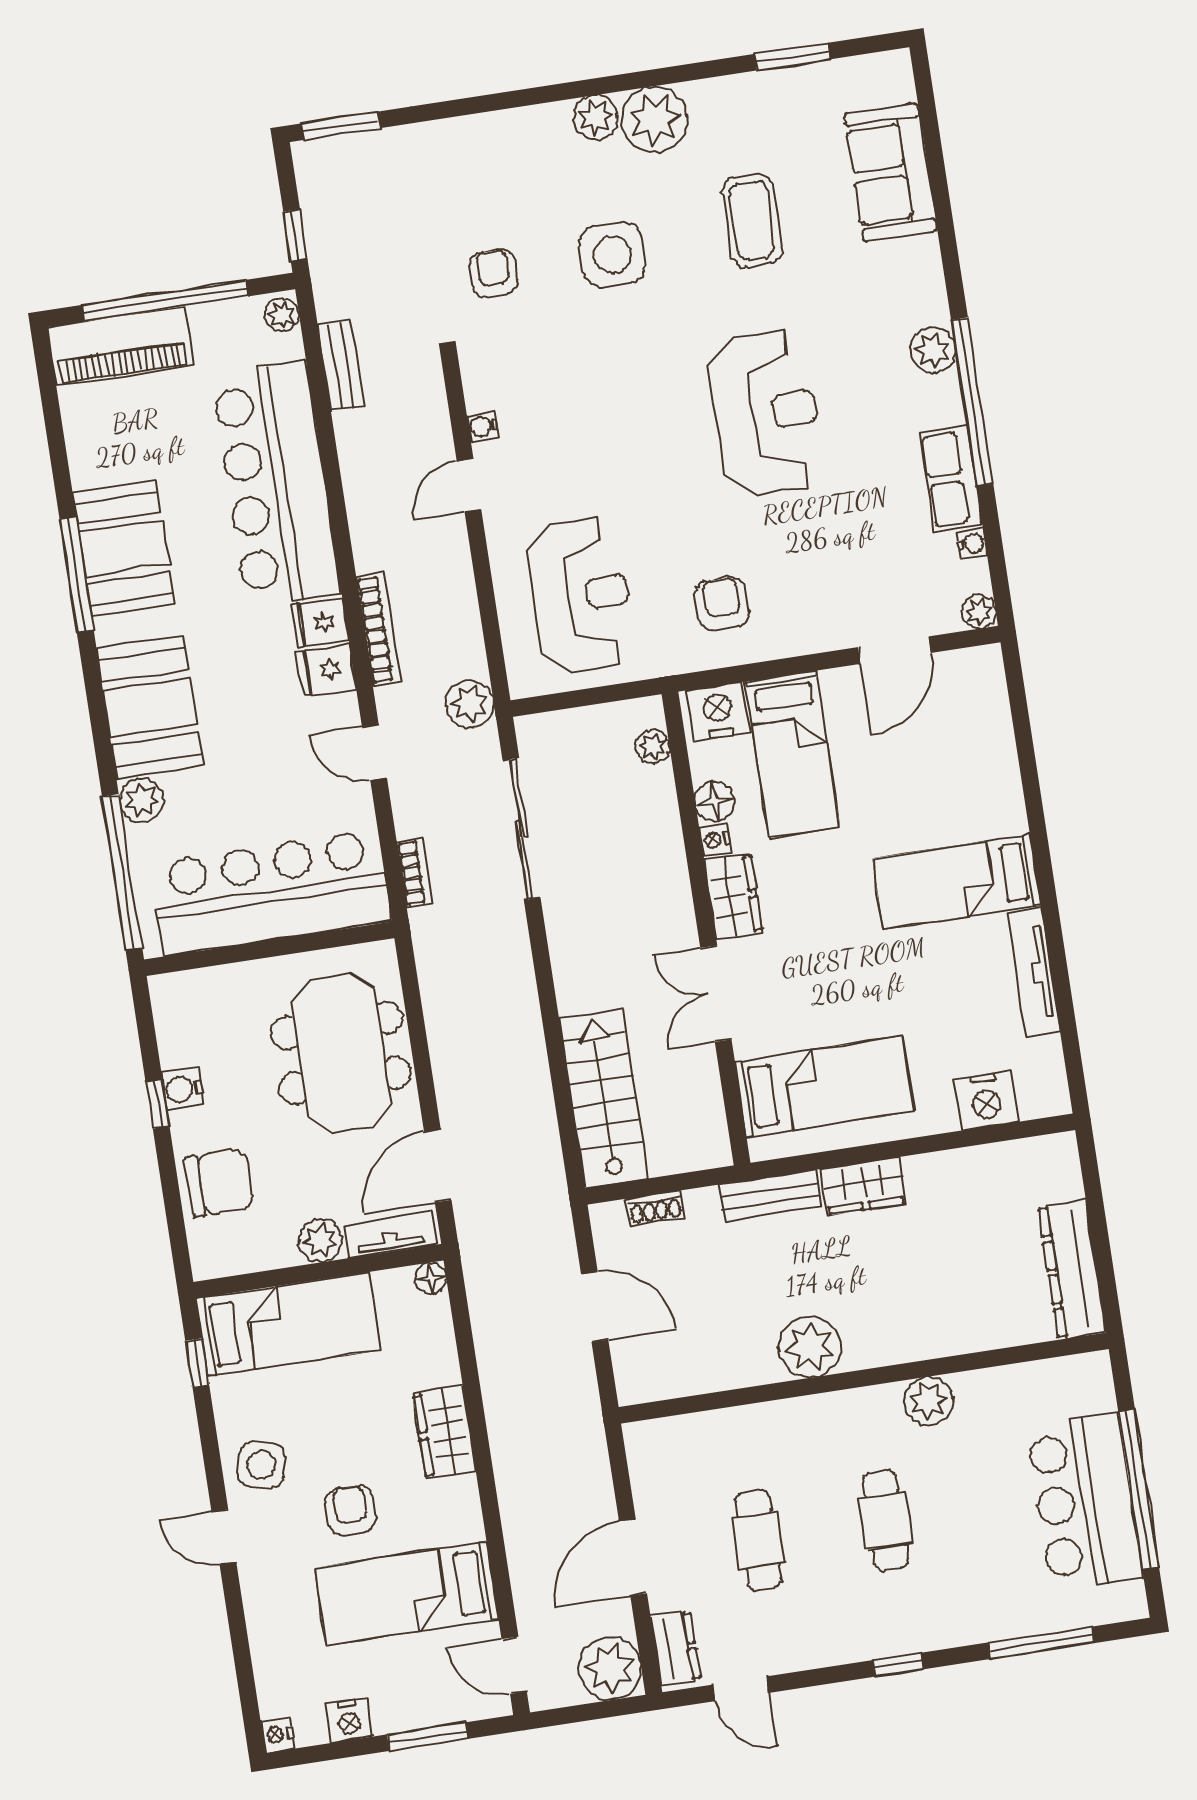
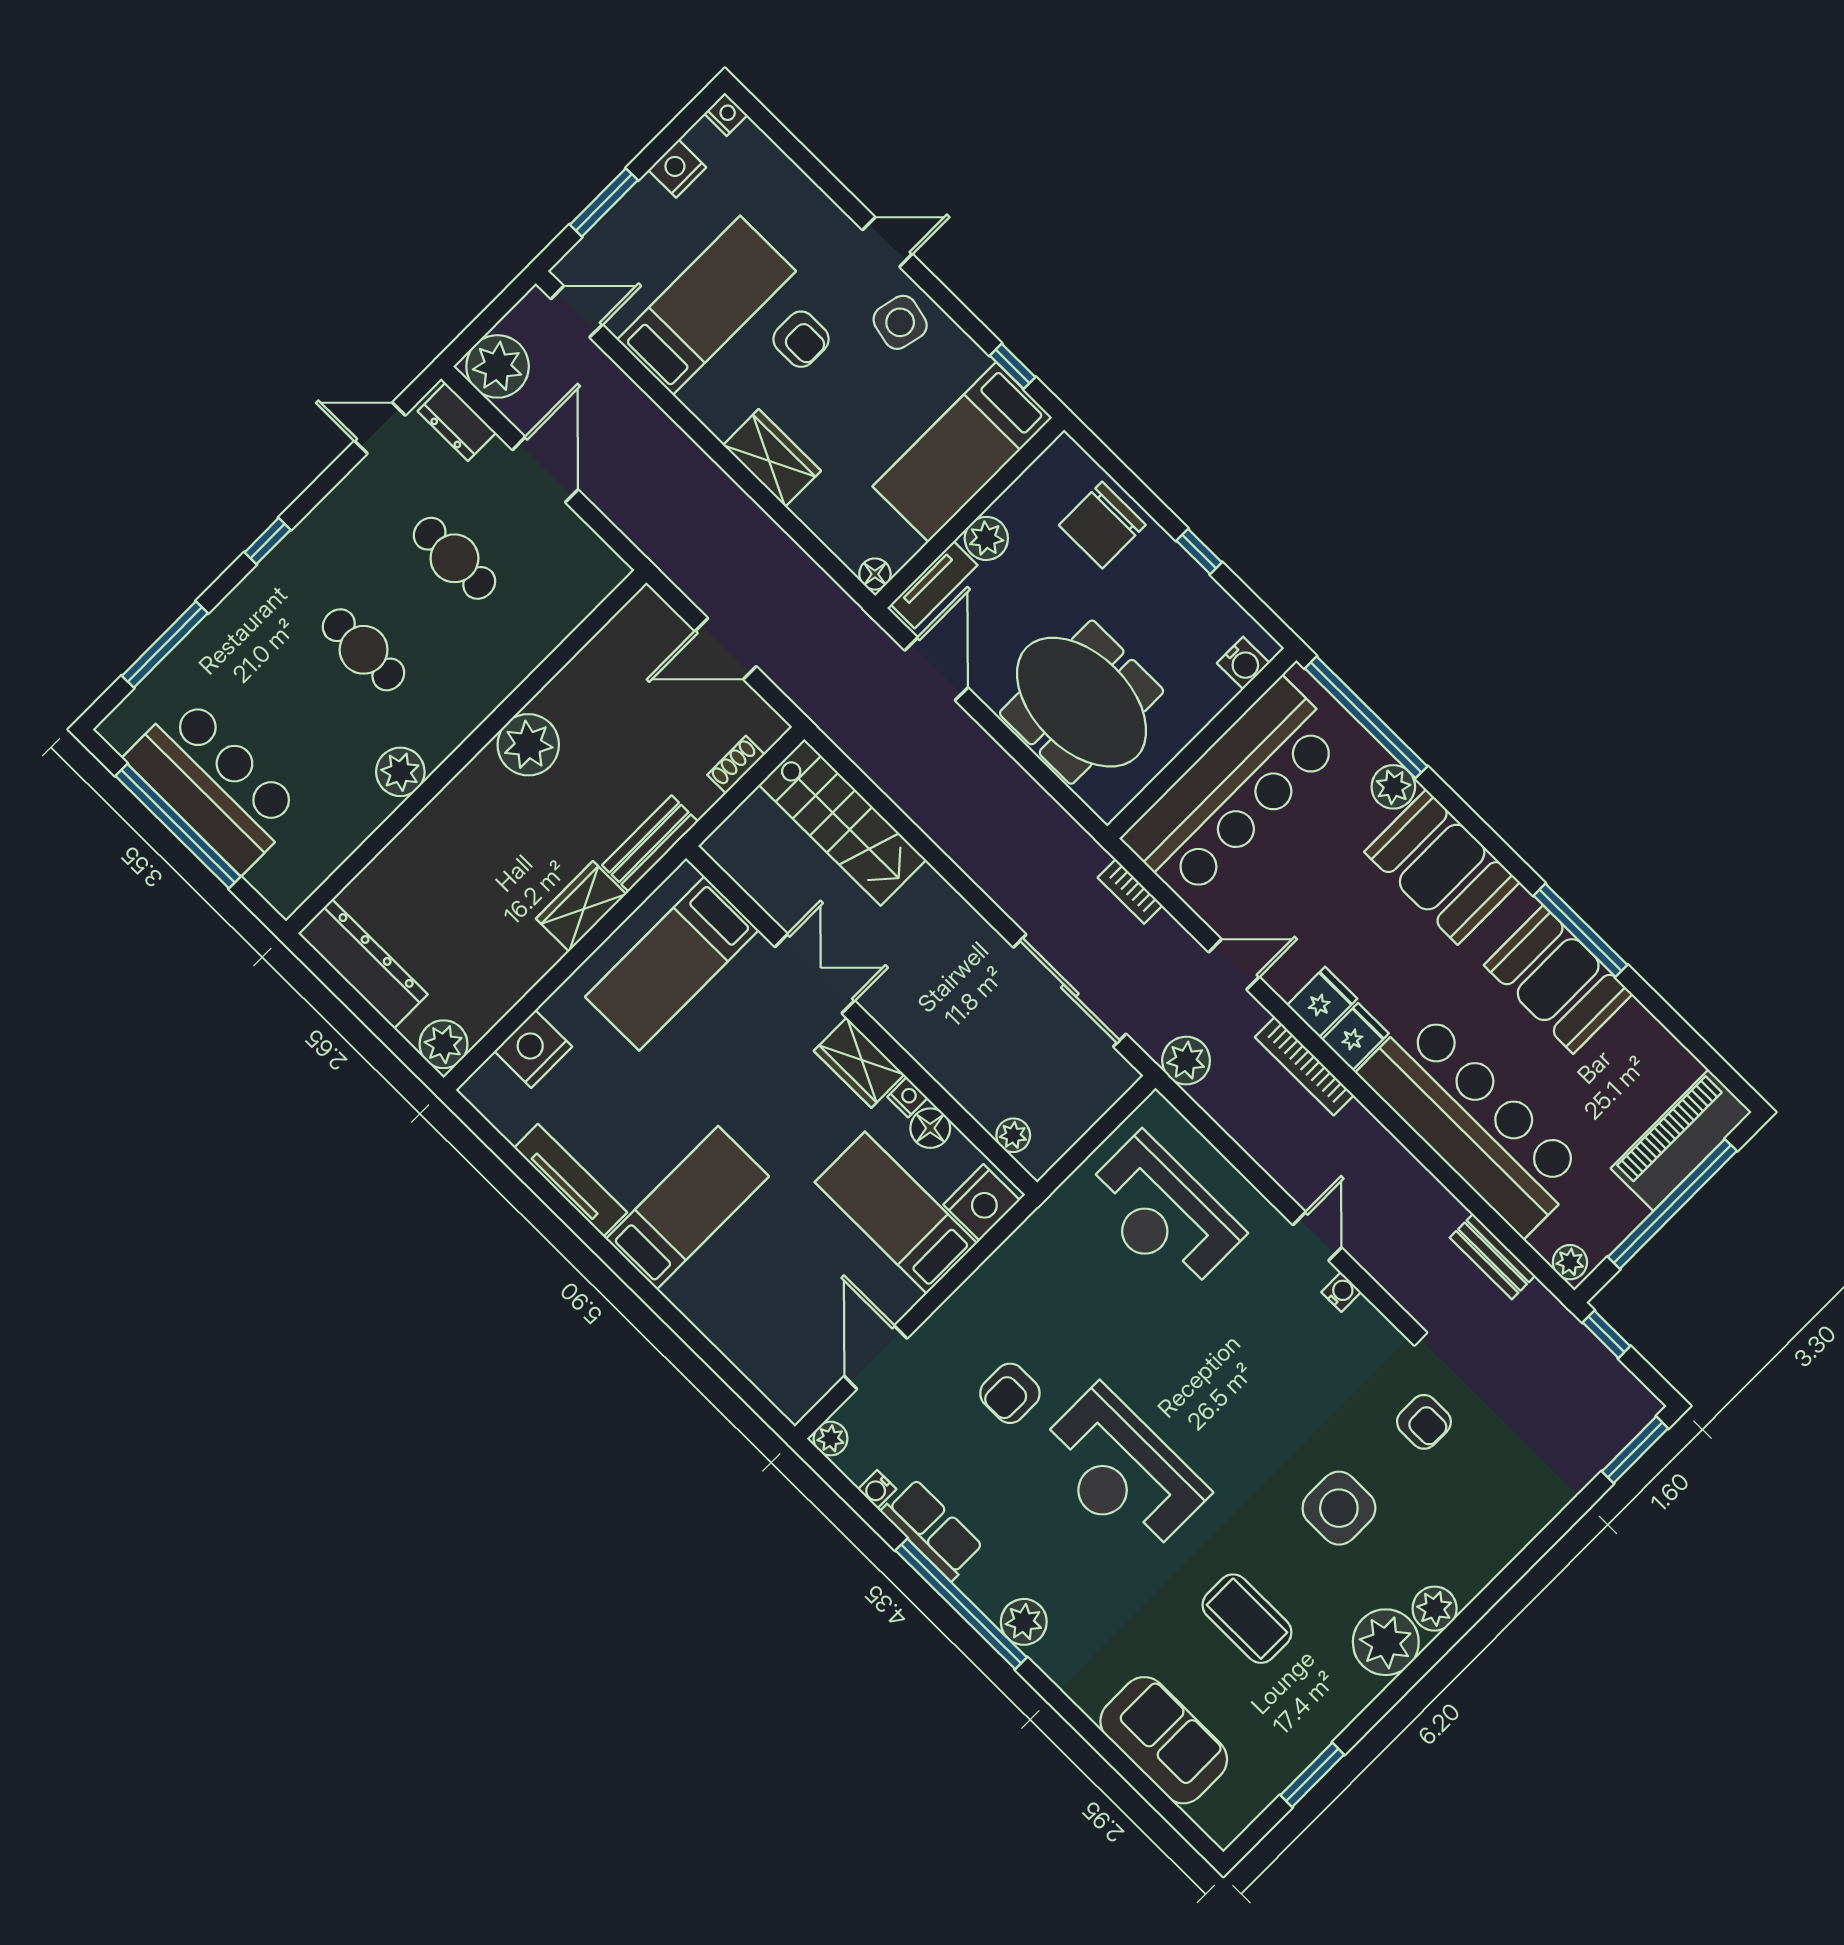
armchair: (722, 604) -> (1010, 1393), moved, turned 90
water cooler: (183, 1089) -> (1243, 663), moved, turned 90
plant: (1055, 1157) -> (444, 1044), added

